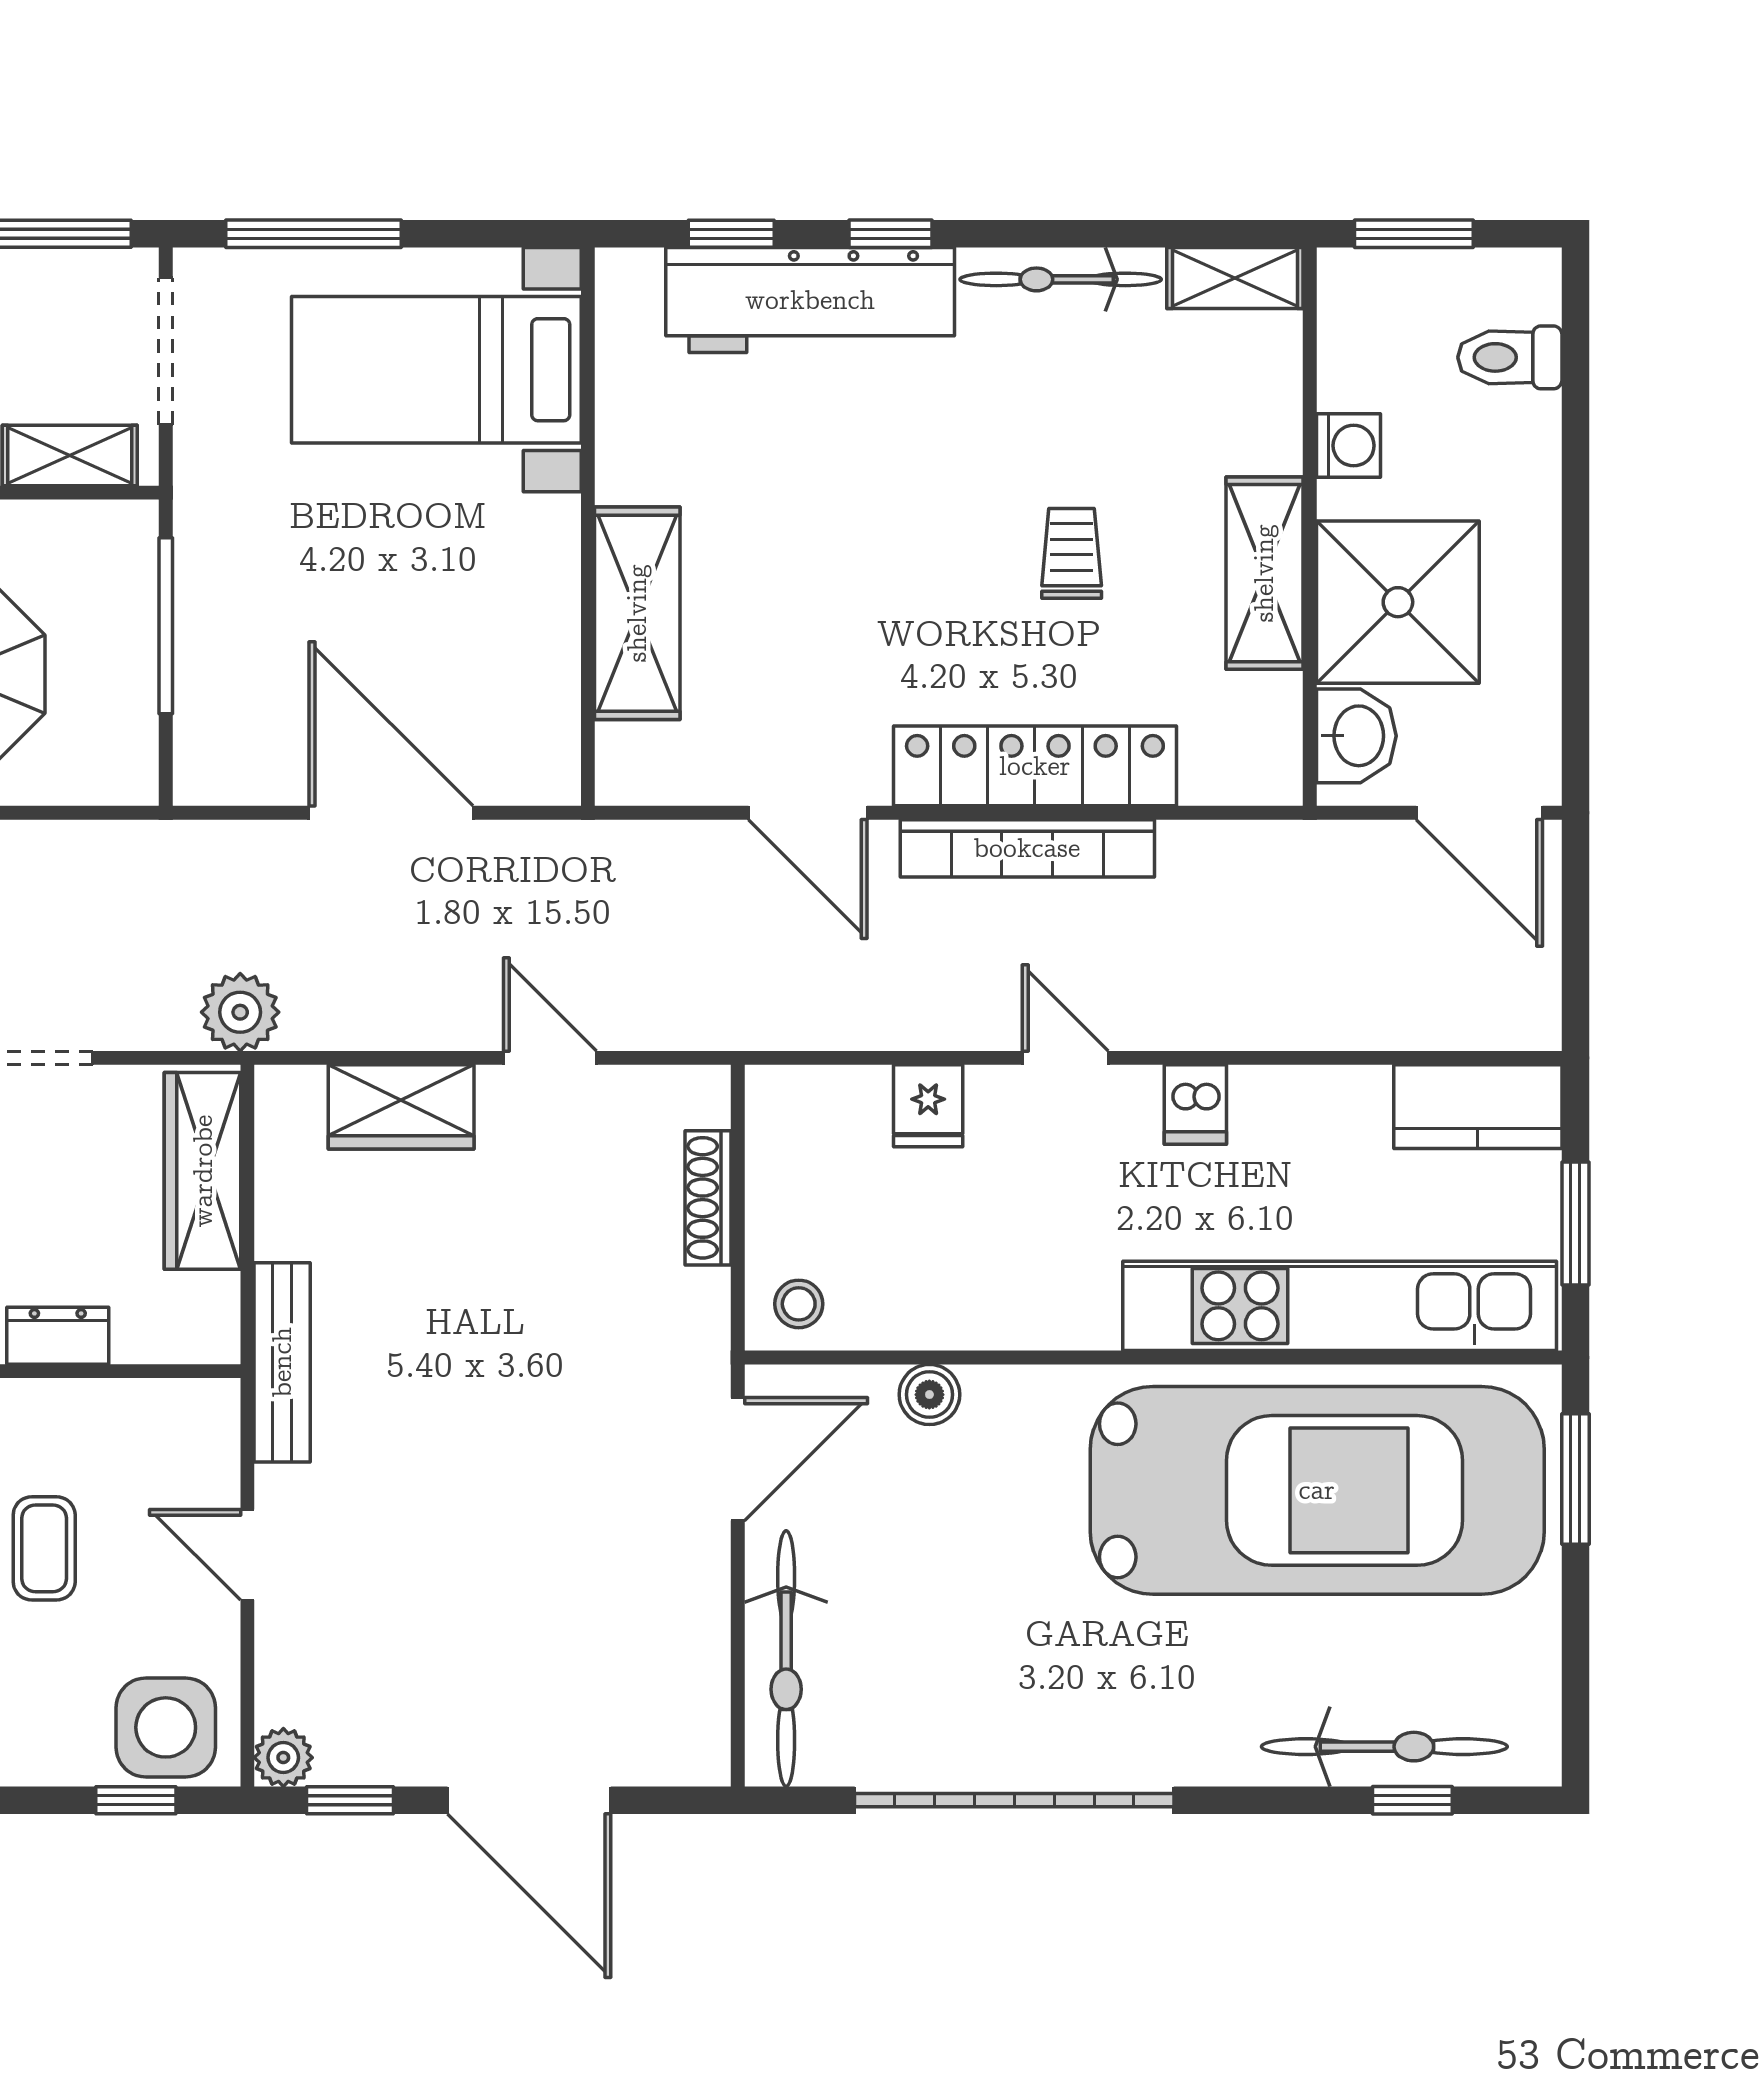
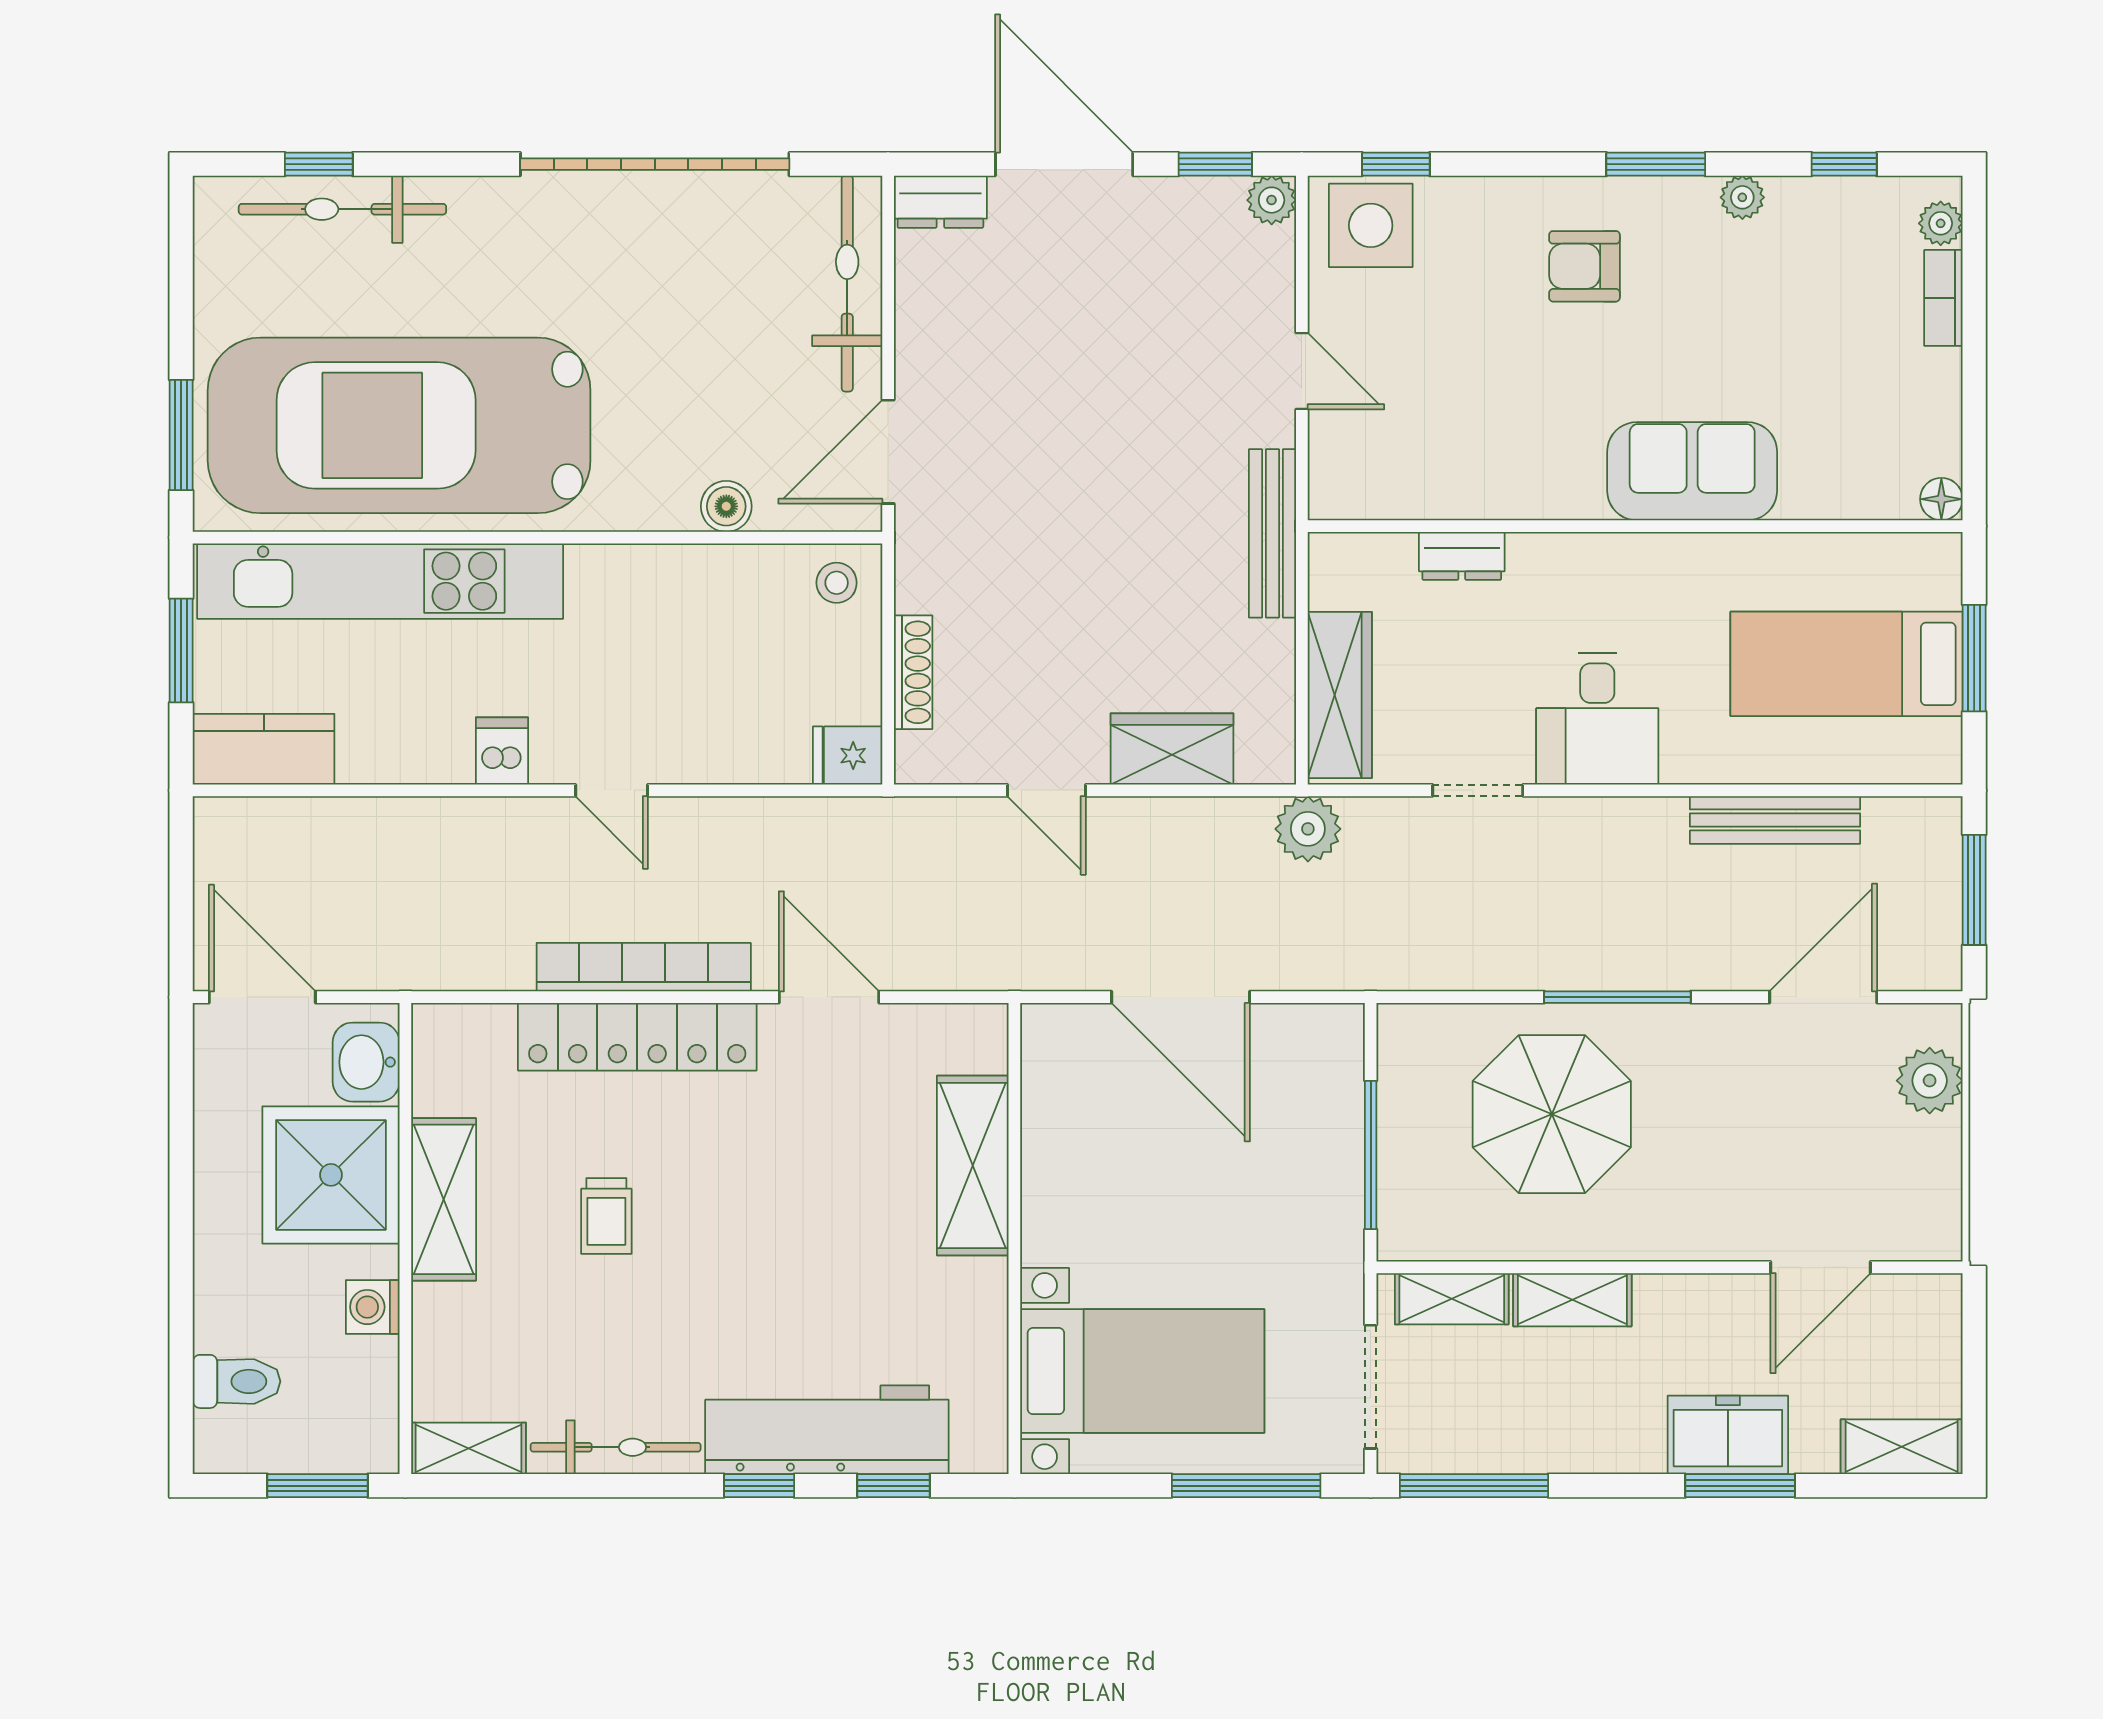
fridge: (928, 1106) -> (848, 756), moved, turned -90
coffee table: (44, 1548) -> (1473, 376), removed
dresser: (676, 1755) -> (940, 202), added

